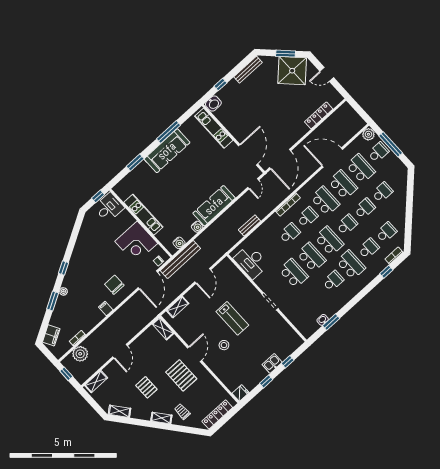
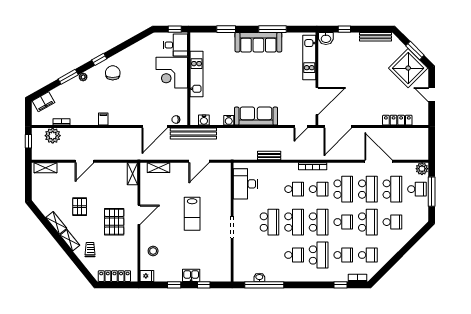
school desk: (365, 208) -> (368, 222), width x1.85
corner desk: (136, 242) -> (172, 73), moved
chair: (114, 285) -> (113, 73), moved
window: (331, 322) -> (264, 285), width x2.11
stool: (224, 345) -> (153, 251), moved
shelving: (120, 411) -> (56, 223), moved

